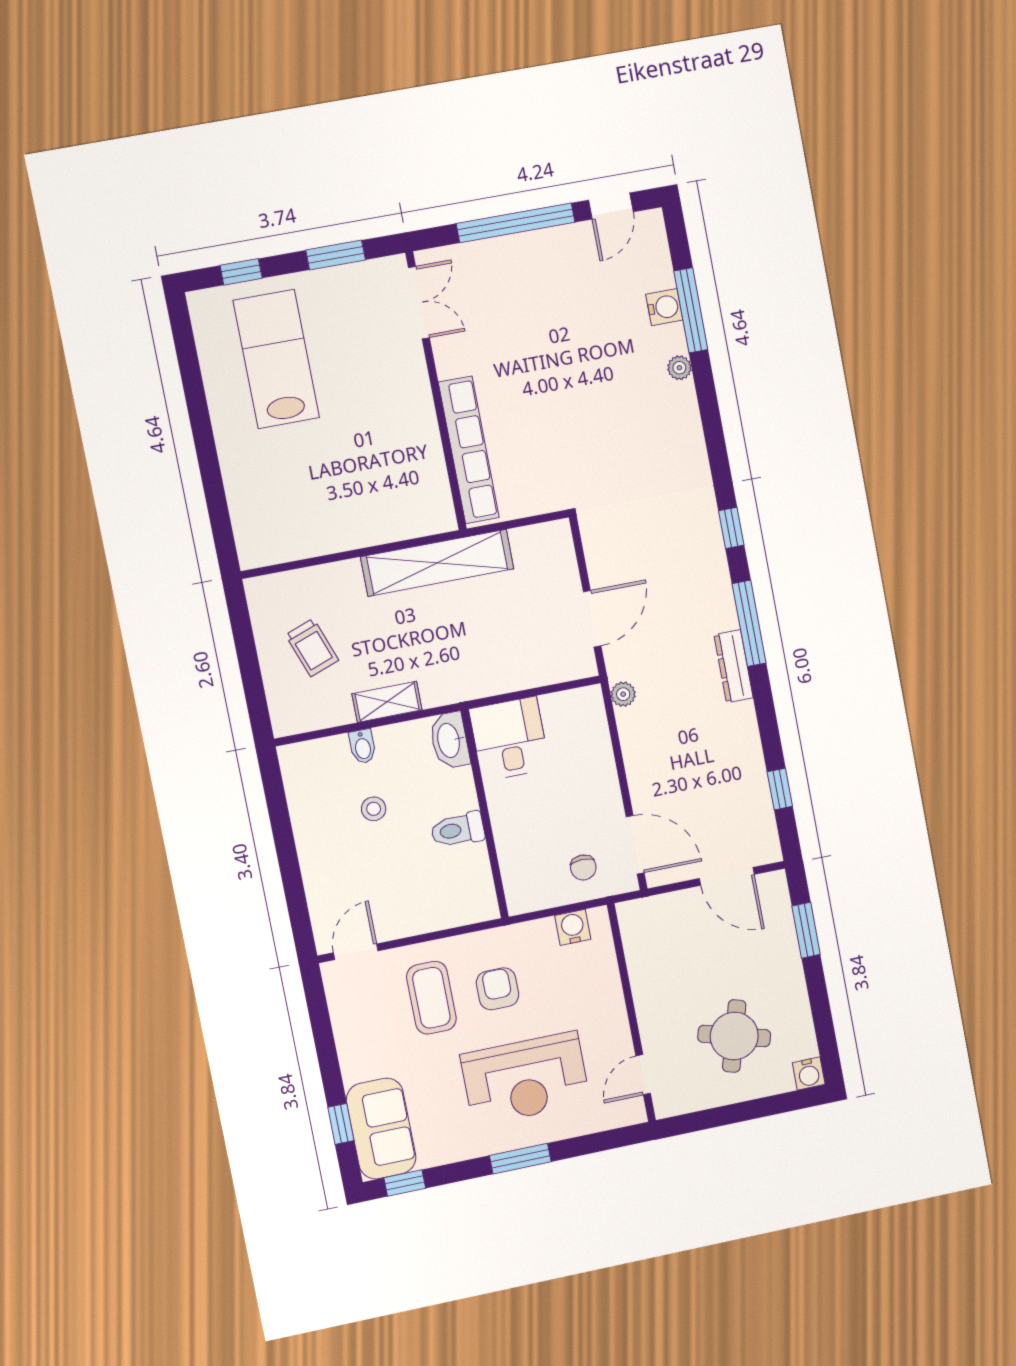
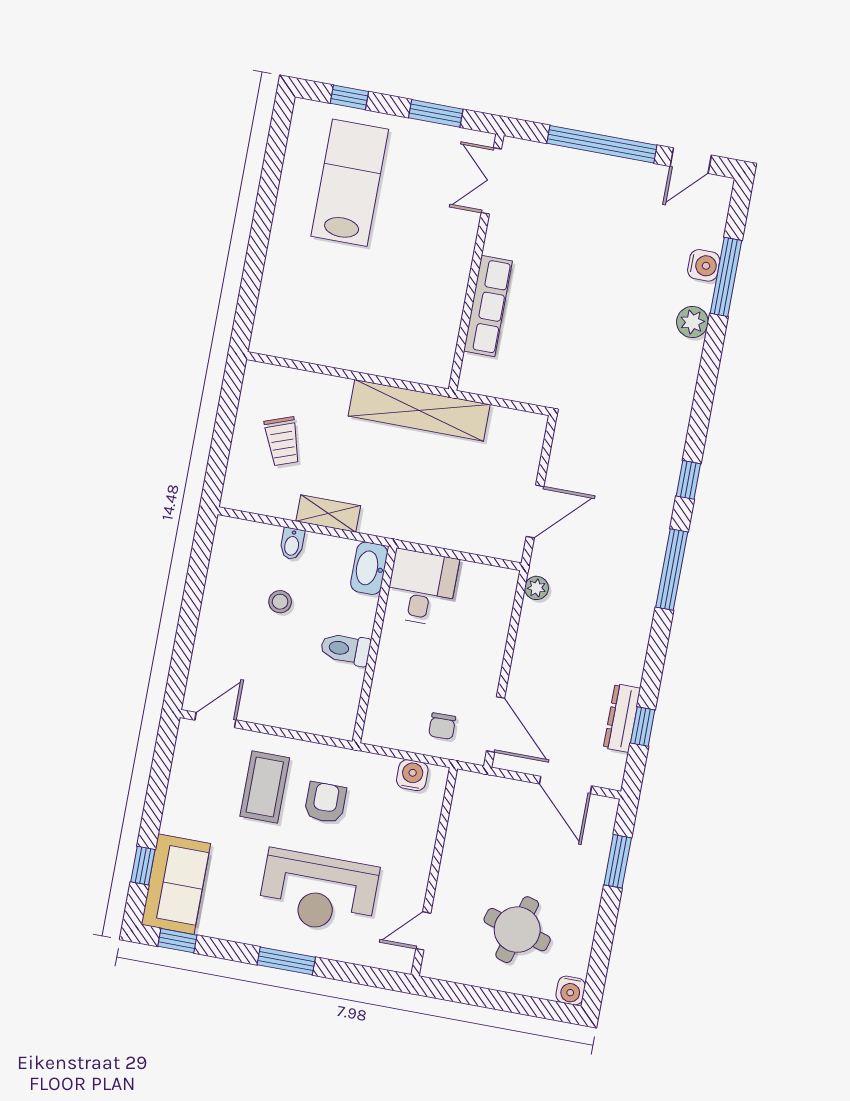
double door: (419, 303) -> (491, 181), swing flipped
plant: (679, 368) -> (692, 322), width x1.38, depth x1.38
row of seats: (469, 450) -> (488, 306), width x0.73
dresser: (734, 666) -> (622, 718), moved

